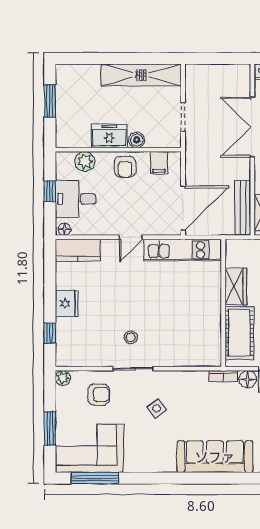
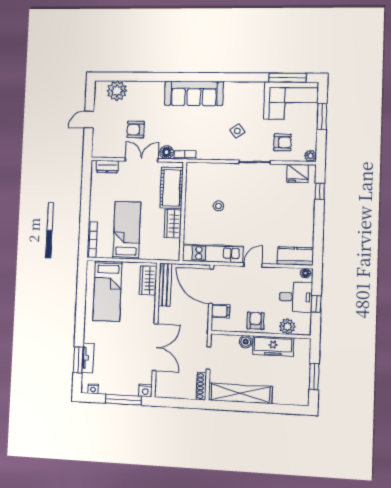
shoe rack: (191, 81) -> (201, 386), added
freezer: (109, 136) -> (273, 346), width x1.40
filing cabinet: (159, 163) -> (221, 311), moved, turned 90
door: (183, 208) -> (211, 286), hinge flipped
fridge: (67, 303) -> (298, 173), moved, turned -90
stool: (131, 337) -> (218, 206), moved
armchair: (99, 395) -> (282, 142), turned 180

